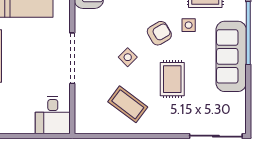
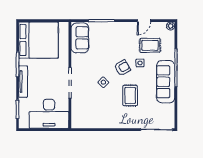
coffee table: (128, 104) -> (103, 111), removed
desk: (53, 115) -> (49, 114), width x1.87, depth x1.30

